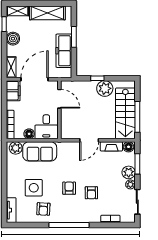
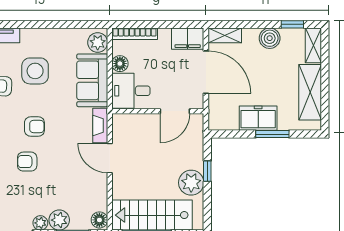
freezer: (64, 51) -> (258, 118), width x0.71
fireplace: (111, 146) -> (100, 126), moved

